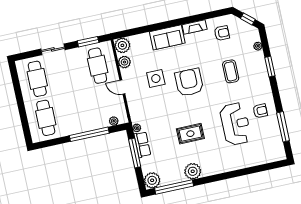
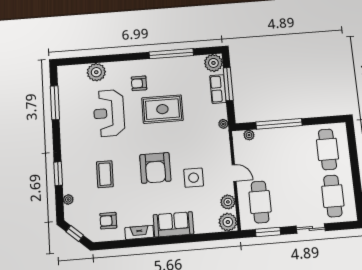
armchair: (260, 111) -> (139, 83), moved
rug: (190, 134) -> (162, 109), width x1.36, depth x1.43
row of seats: (142, 145) -> (218, 89), moved
window: (135, 153) -> (228, 84), moved
plant: (193, 171) -> (96, 72), moved
window: (174, 187) -> (171, 54), moved

